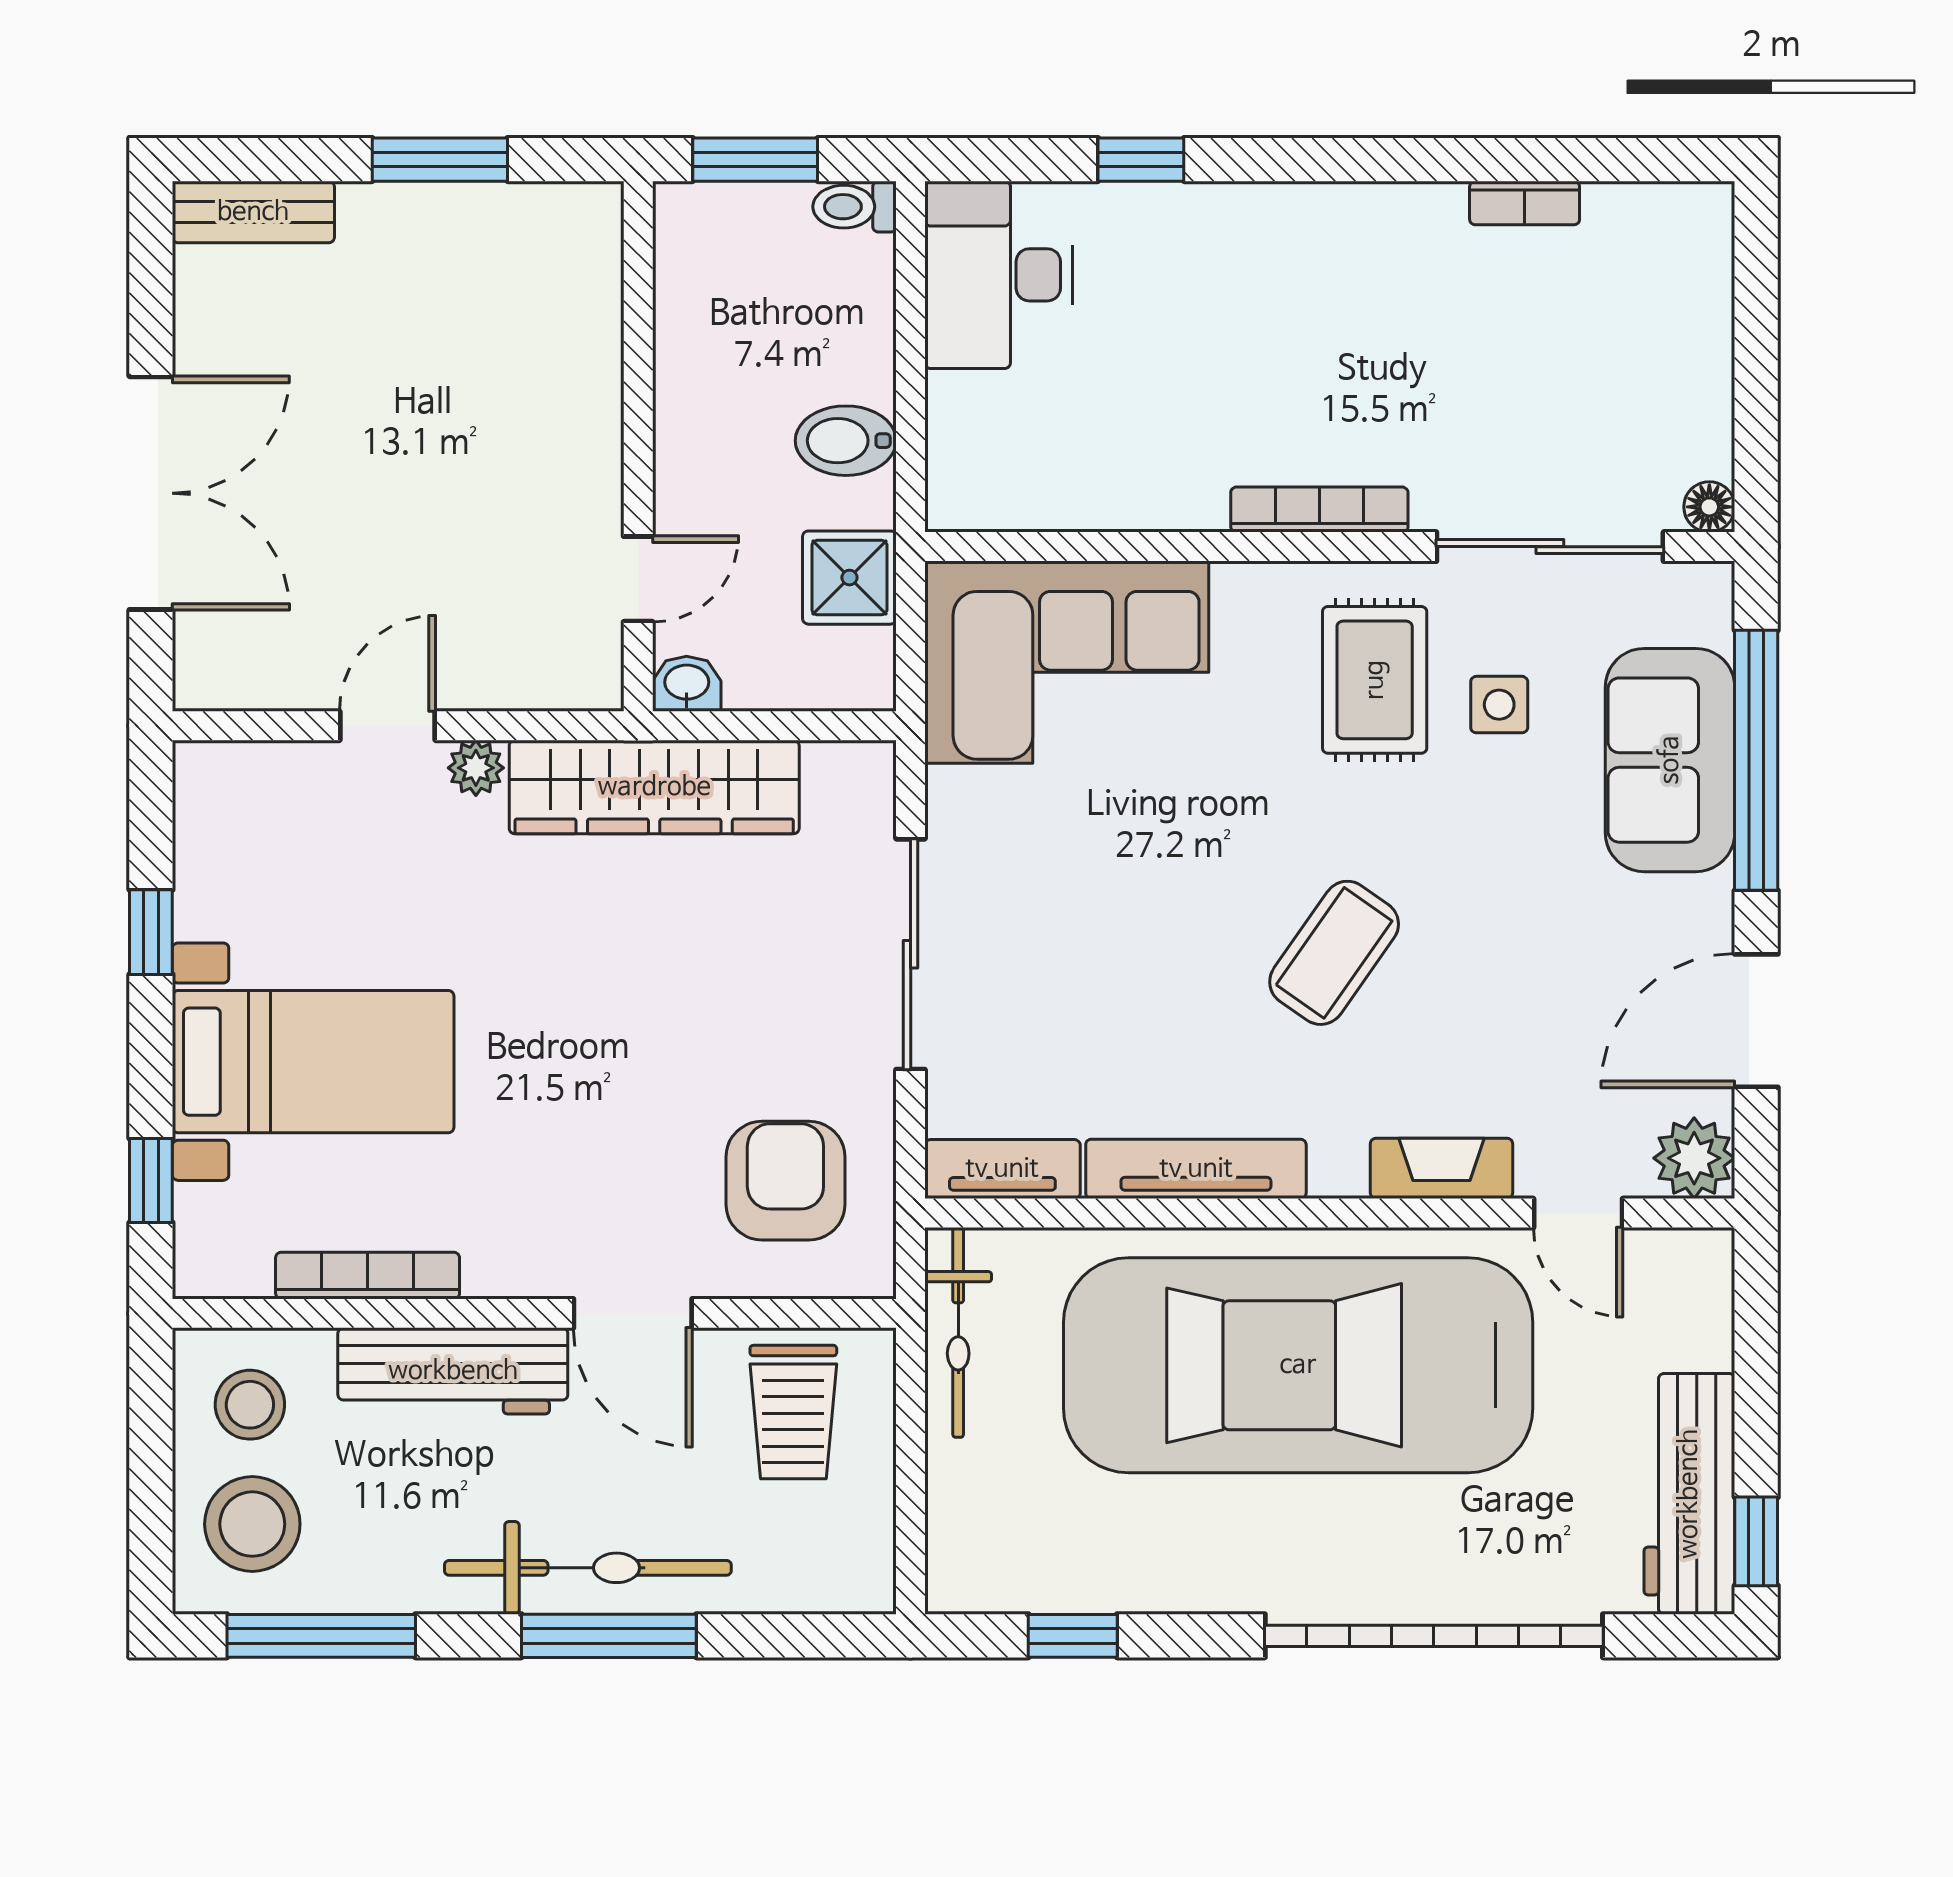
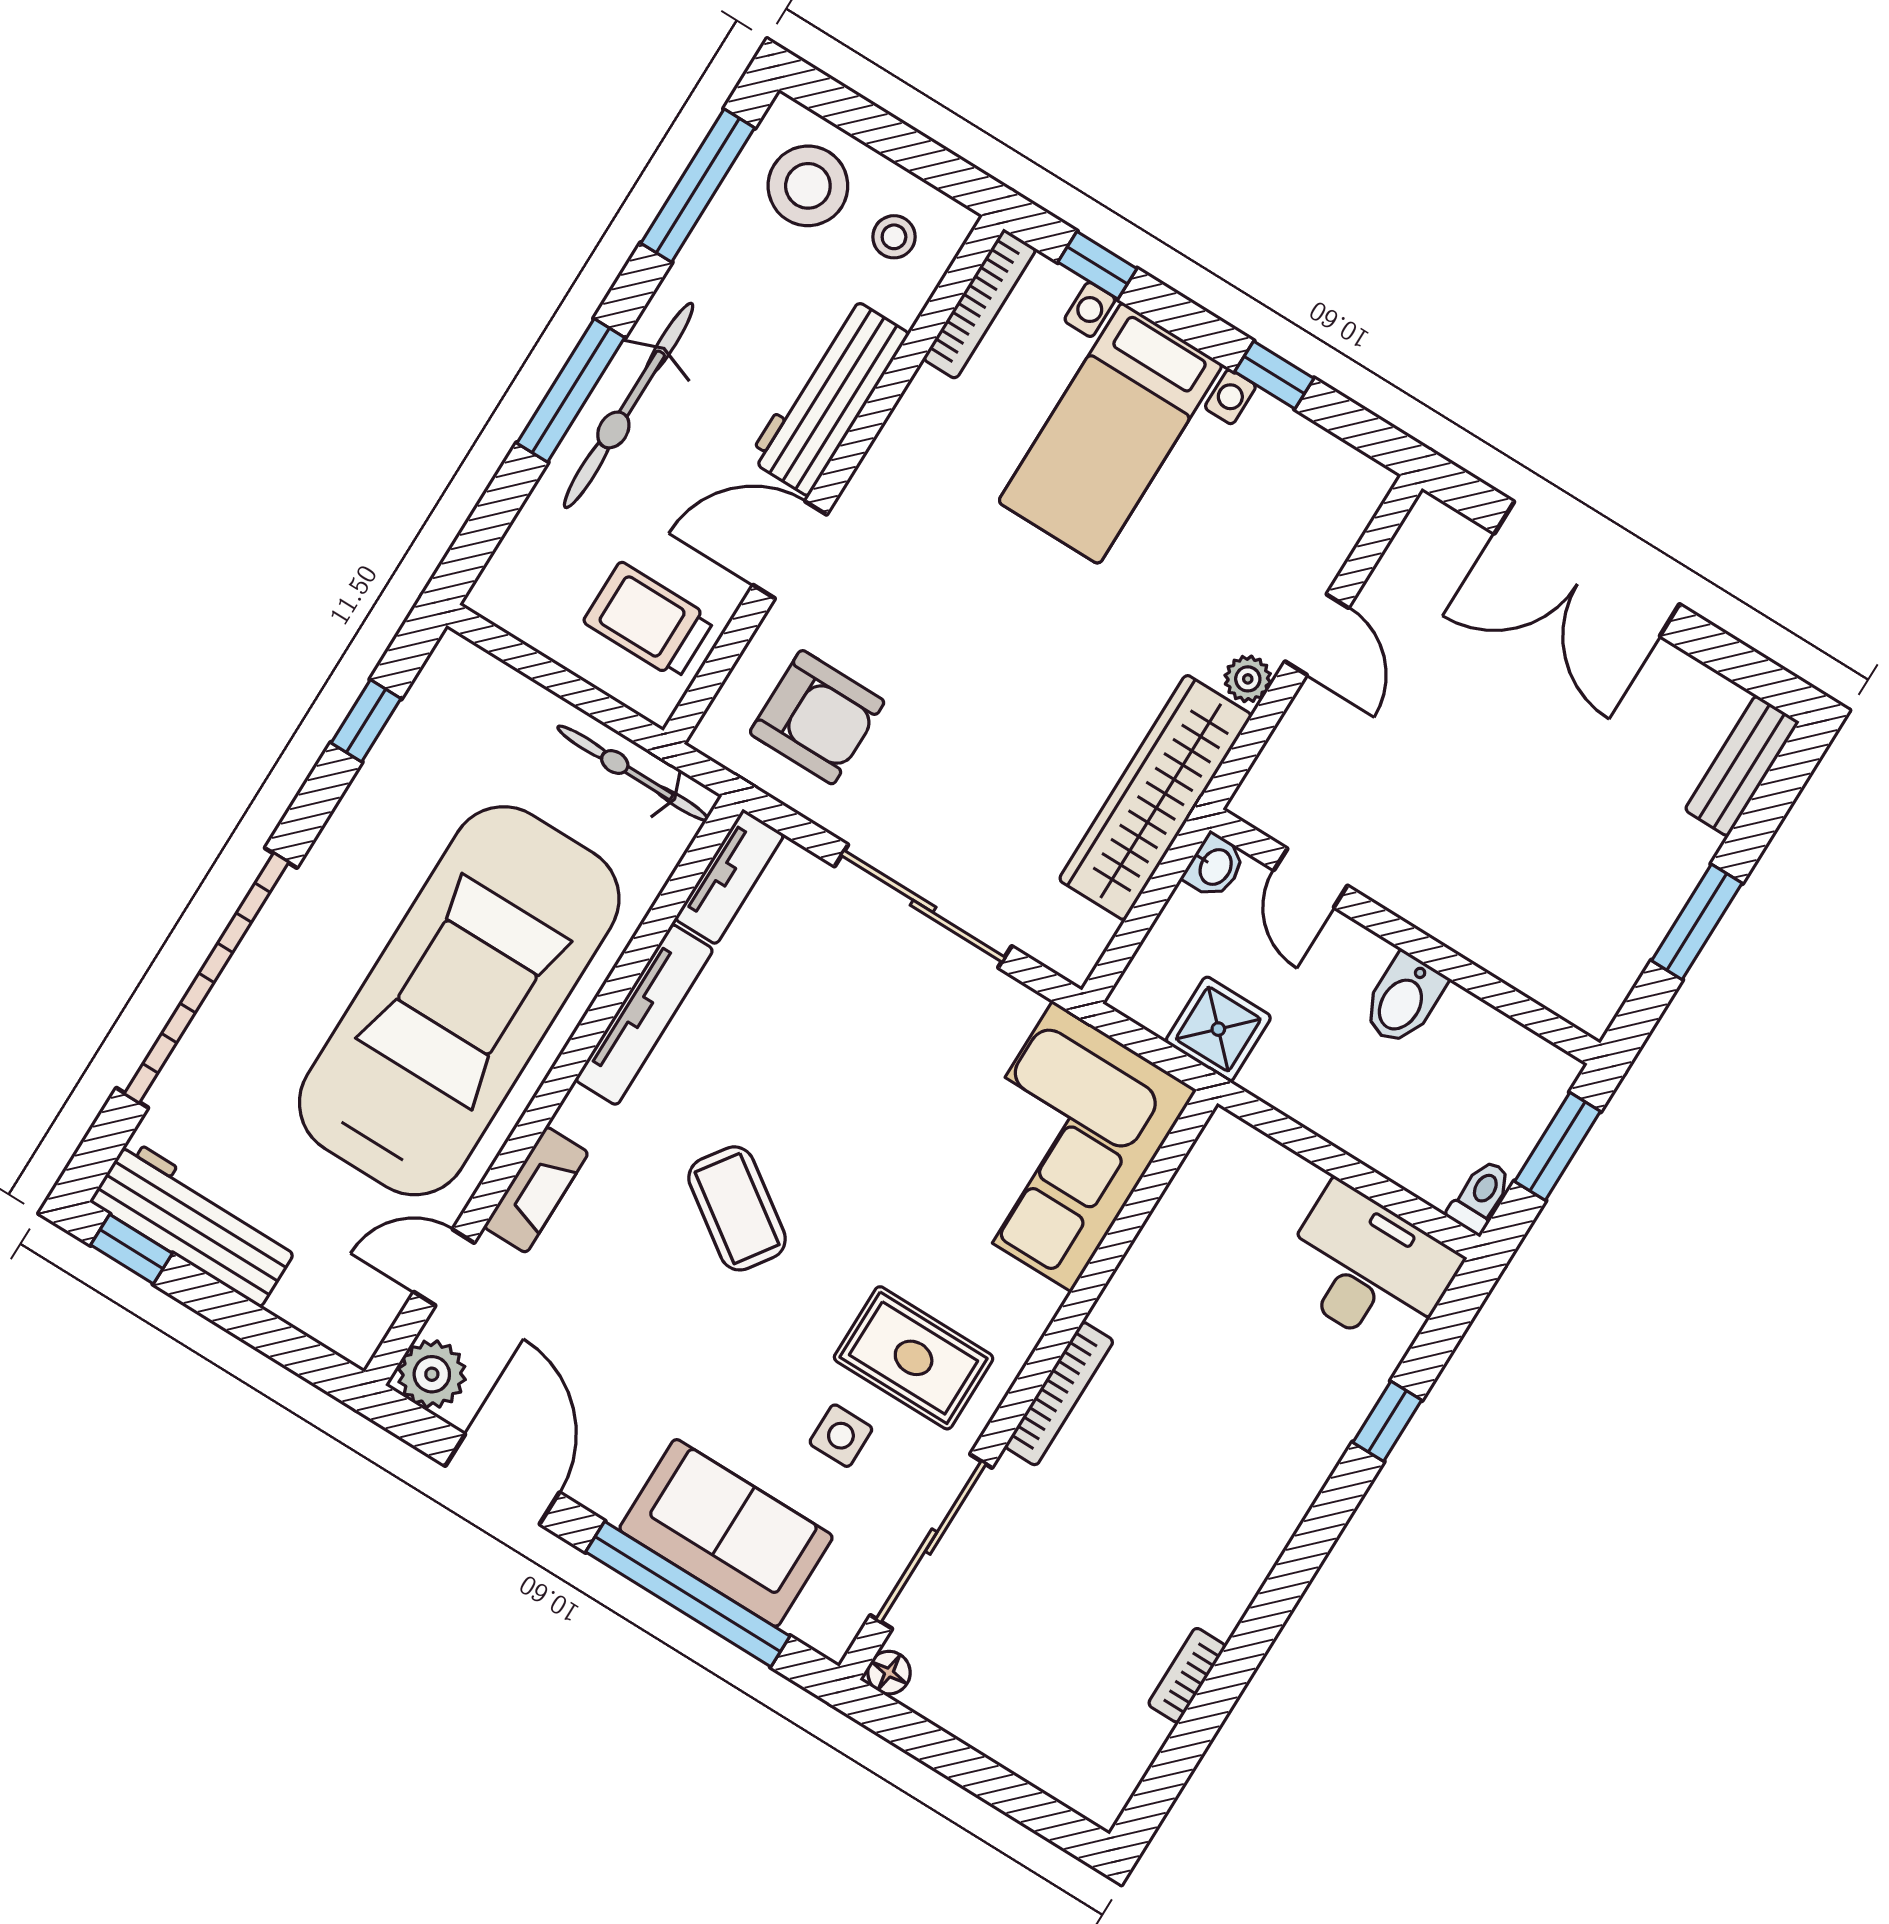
bidet: (846, 441) -> (1404, 999), moved, turned 180
bookcase: (368, 1276) -> (980, 304), moved
stool: (250, 1405) -> (894, 237), width x0.73, depth x0.73

